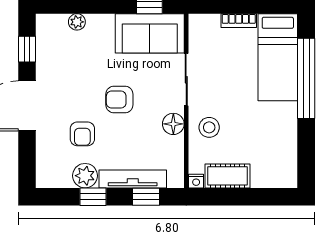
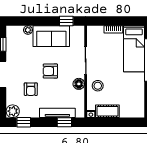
sofa: (150, 33) -> (51, 36), moved
plant: (85, 176) -> (13, 111), moved
window: (93, 197) -> (24, 122), moved

